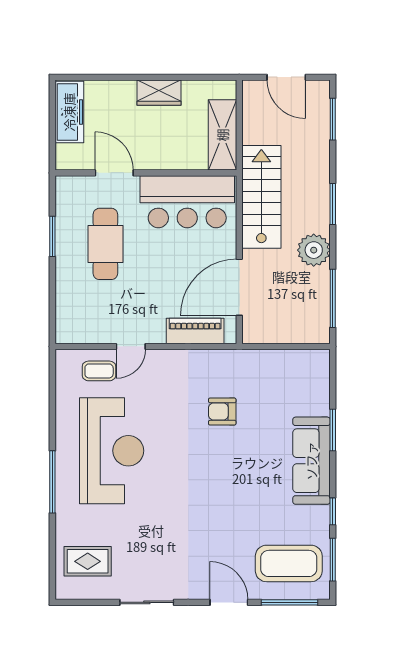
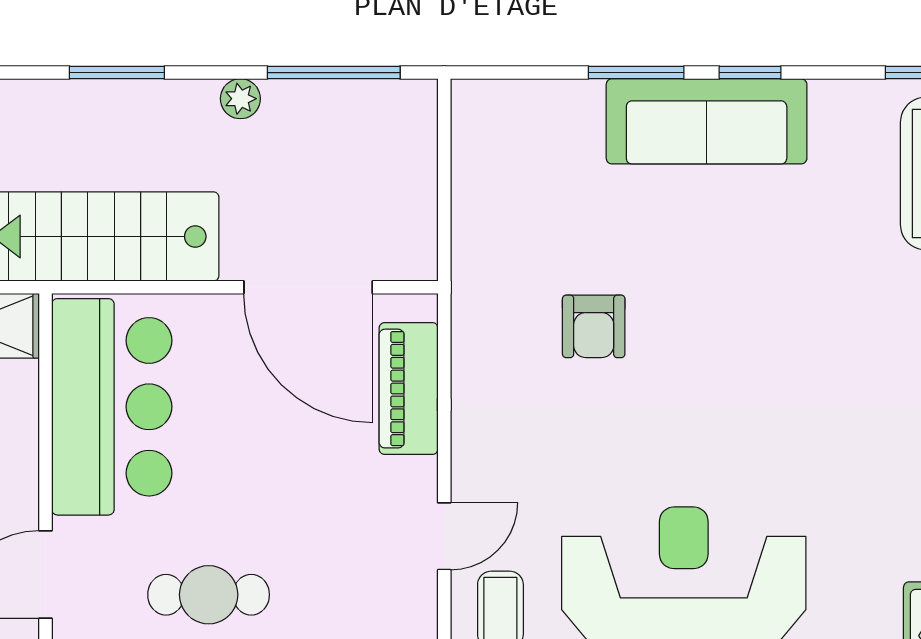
cafe table: (105, 244) -> (209, 595), width x0.73, depth x0.74
plant: (314, 250) -> (240, 99), width x0.53, depth x0.53
door: (131, 346) -> (444, 536), hinge flipped
window: (333, 511) -> (750, 73), moved

